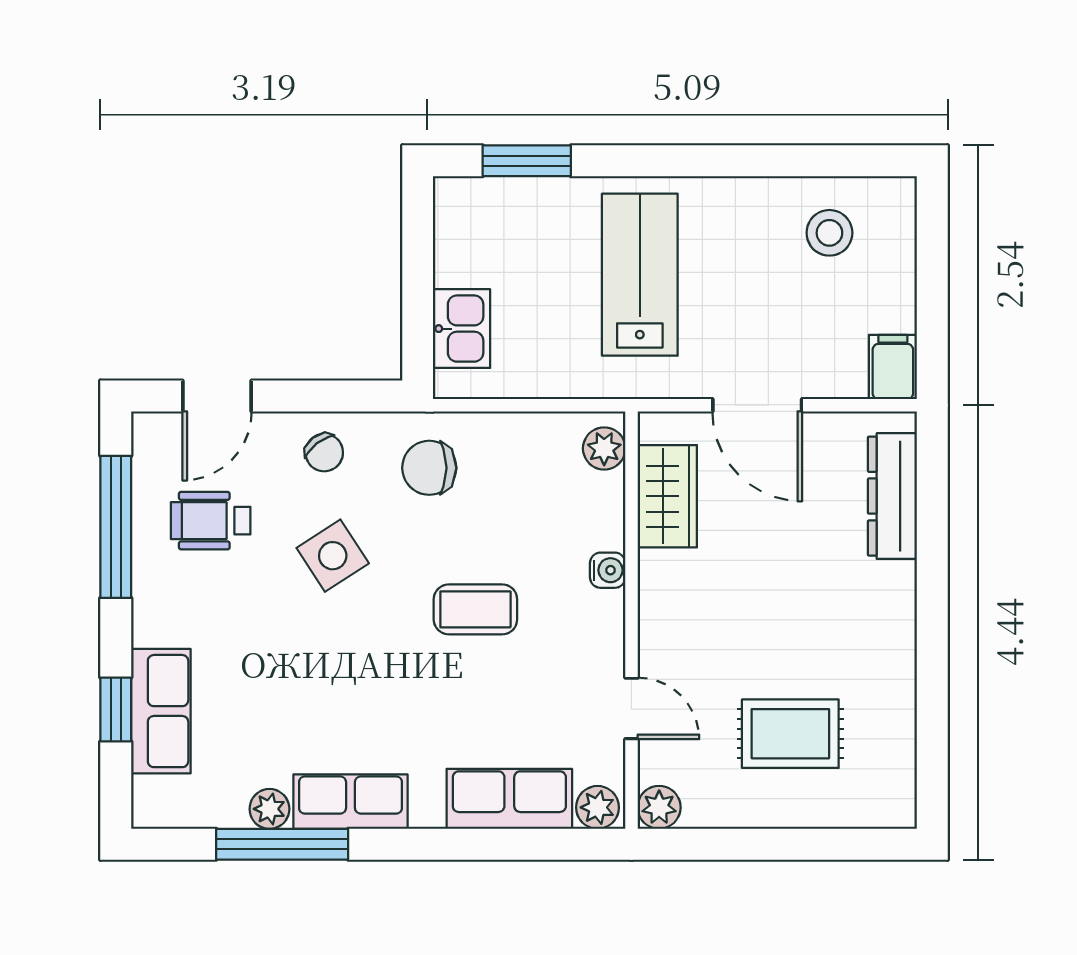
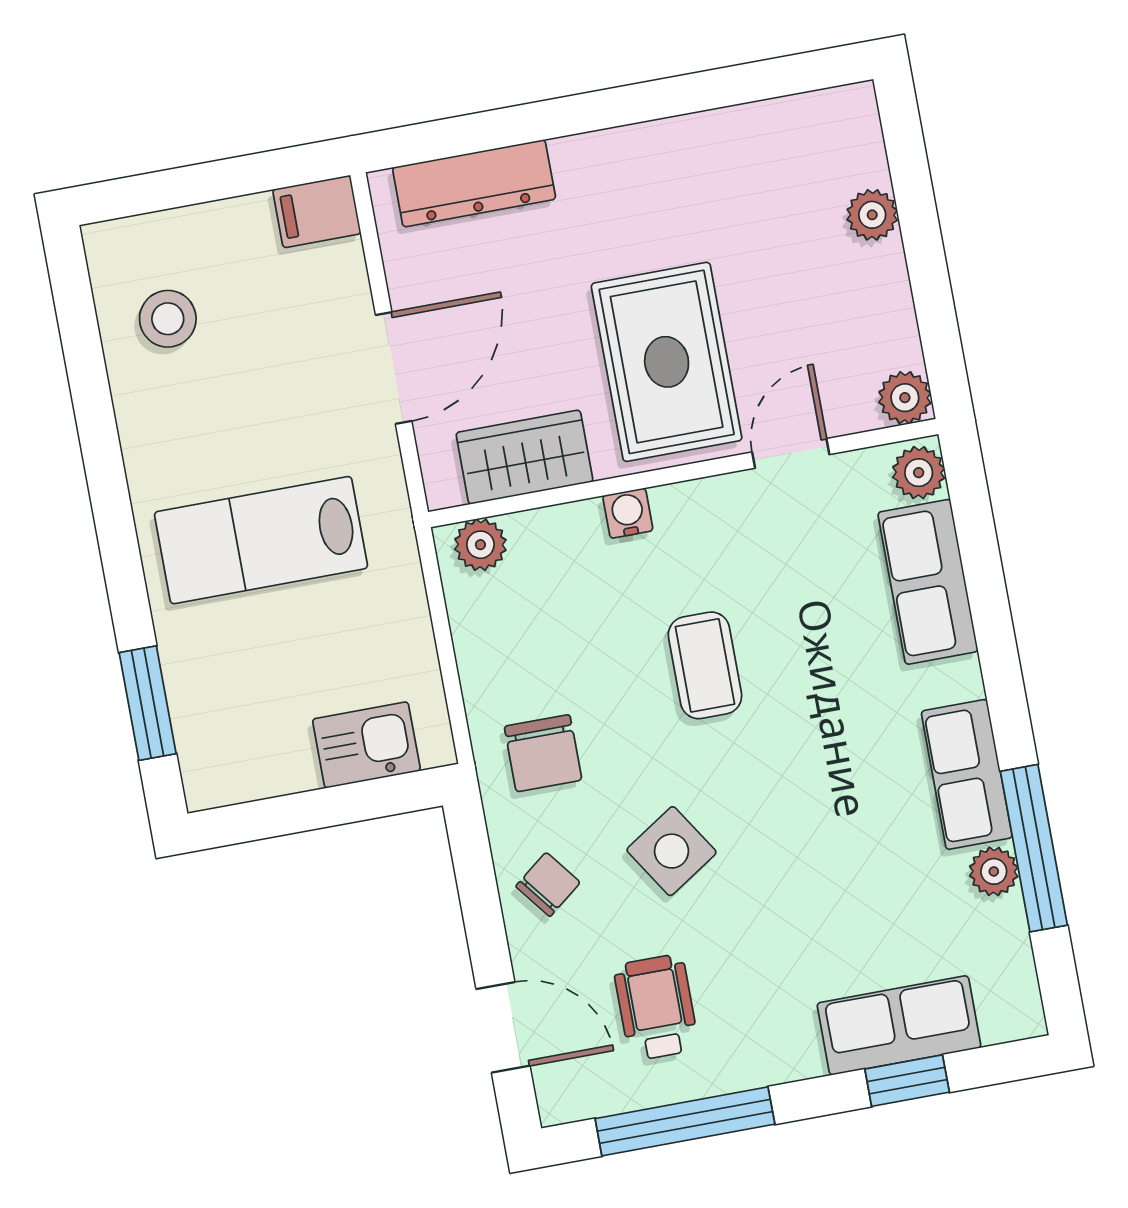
wheelchair: (211, 521) -> (656, 1007), turned 180
rug: (790, 734) -> (667, 362), moved, width x1.36, depth x1.43
plant: (809, 808) -> (872, 215), added

